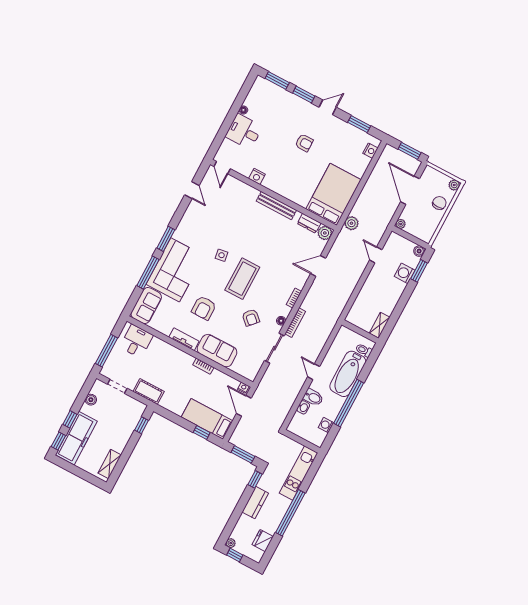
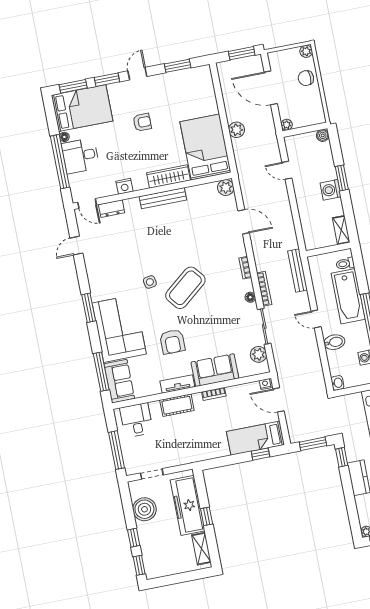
bed: (271, 100) -> (82, 108), added
window: (227, 124) -> (60, 162), added
nightstand: (370, 151) -> (207, 81), removed
door: (192, 190) -> (76, 246), swing flipped
wardrobe: (292, 194) -> (168, 176), added
chair: (439, 203) -> (306, 78), turned -90
dresser: (309, 223) -> (112, 209), moved
plant: (351, 223) -> (237, 130), moved
door: (318, 266) -> (244, 222), swing flipped
window: (419, 271) -> (342, 178), moved
window: (148, 273) -> (101, 372), moved
washing machine: (405, 273) -> (331, 190), moved
coffee table: (242, 279) -> (185, 288), turned 51
armchair: (251, 318) -> (221, 316), removed
bench: (328, 329) -> (298, 270), added
plant: (255, 364) -> (259, 354), added
cot: (149, 391) -> (177, 405), moved
boiler: (91, 400) -> (144, 509), width x1.86, depth x1.86
washbasin: (303, 407) -> (337, 383), moved
window: (141, 425) -> (207, 516), moved
freezer: (76, 438) -> (188, 505), moved, turned 180

